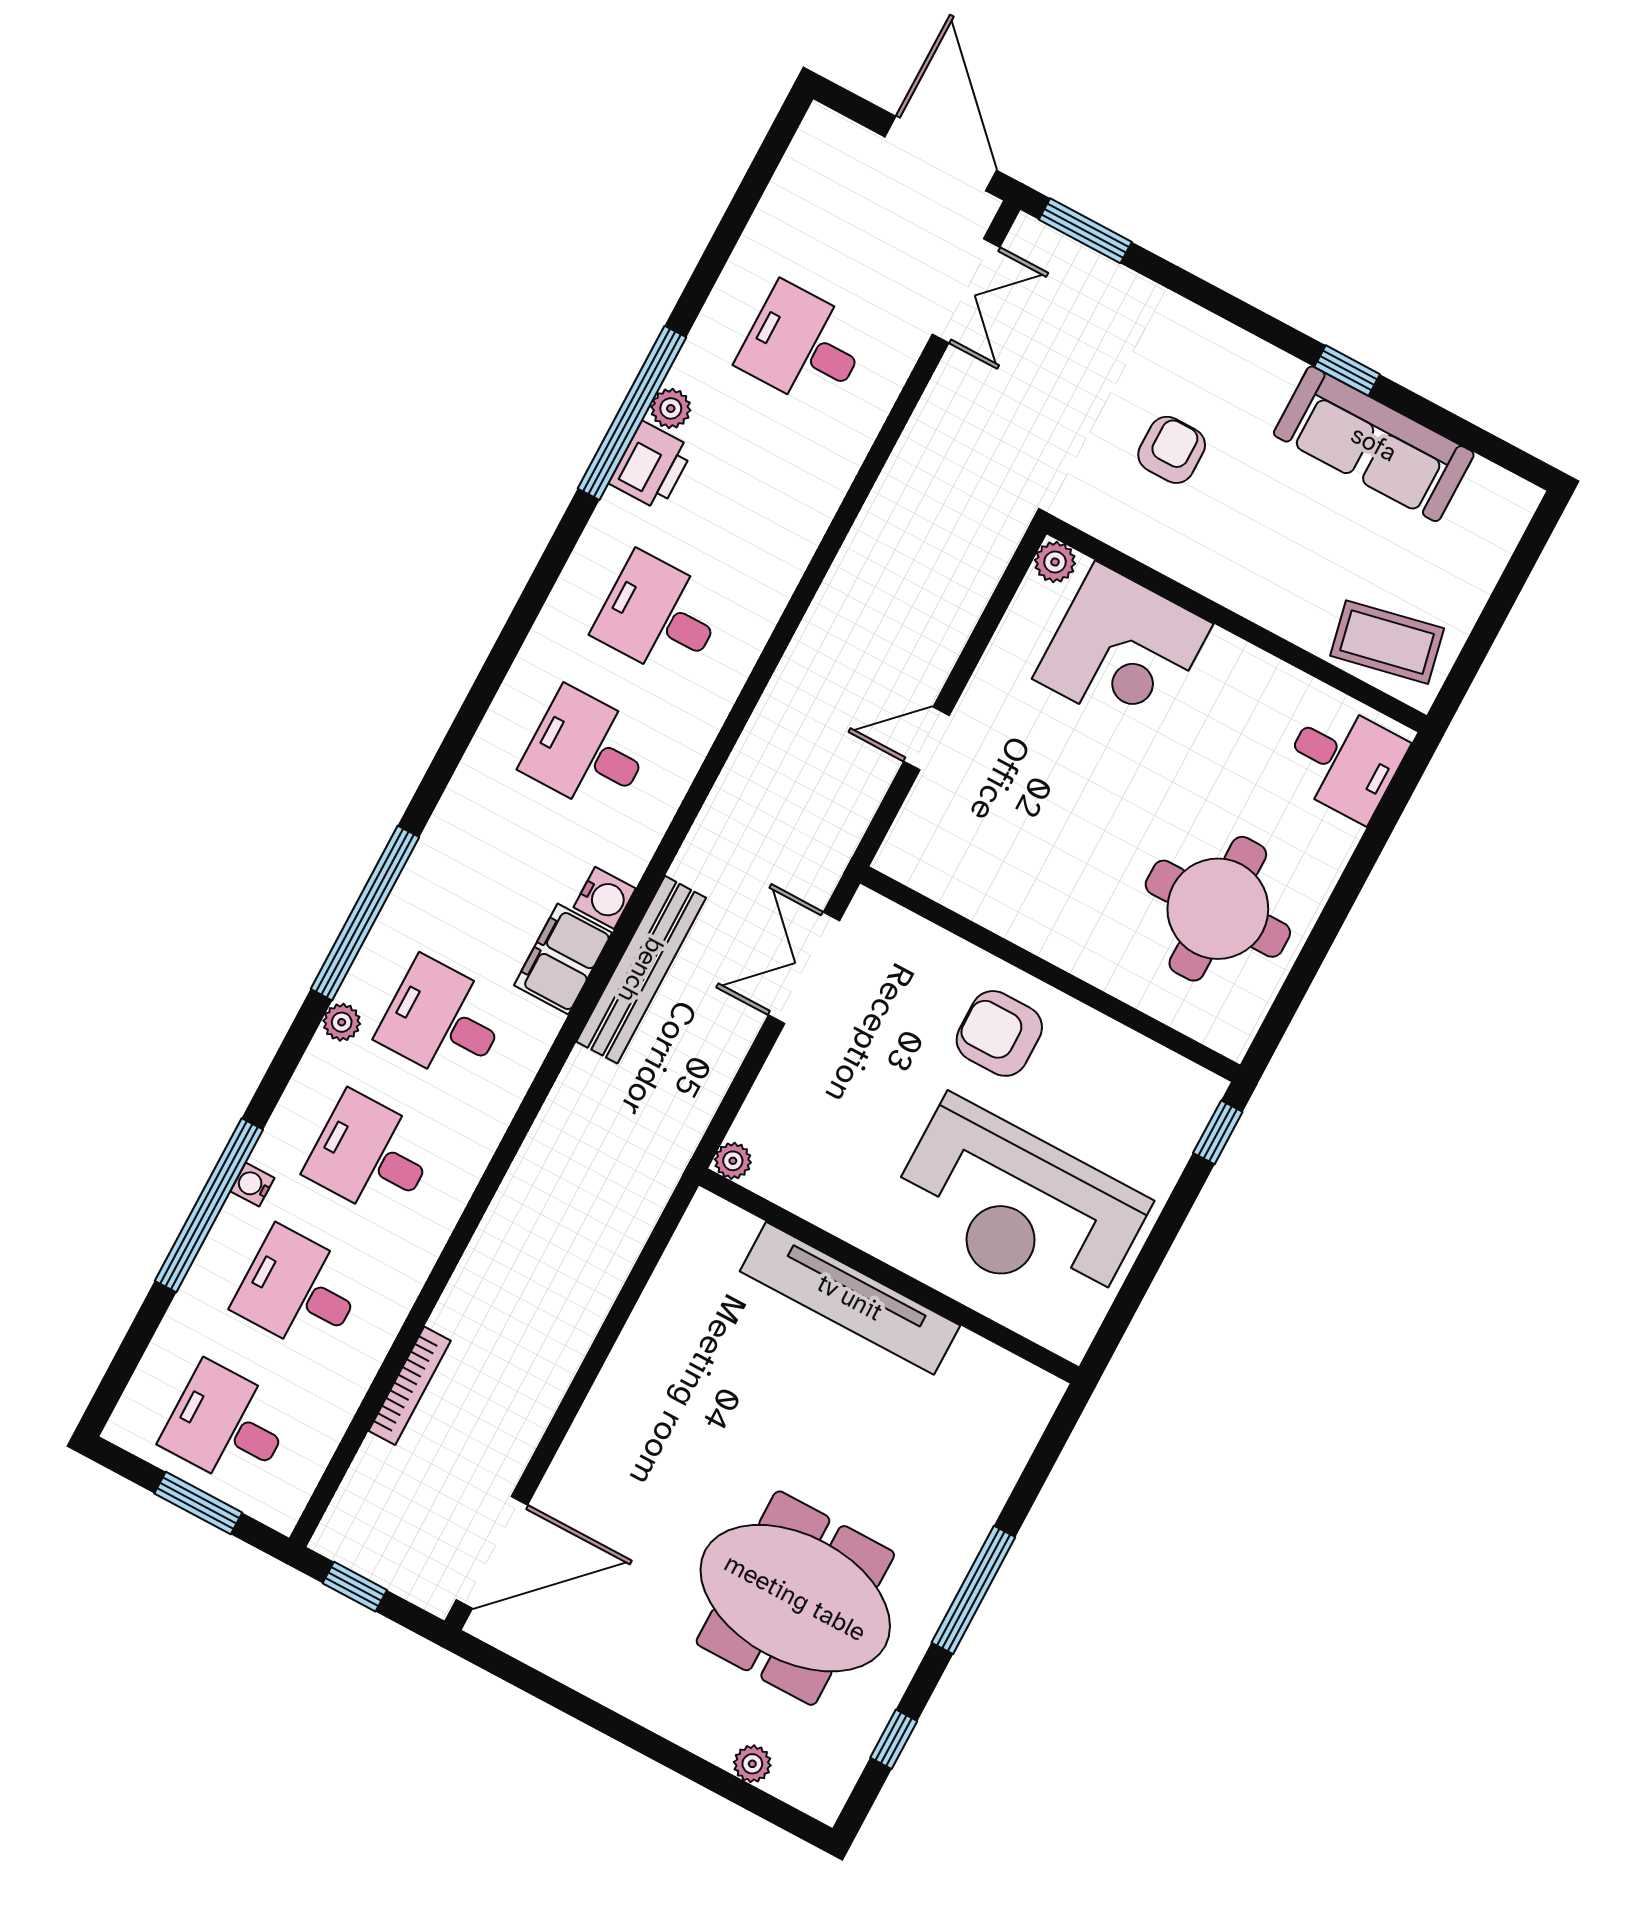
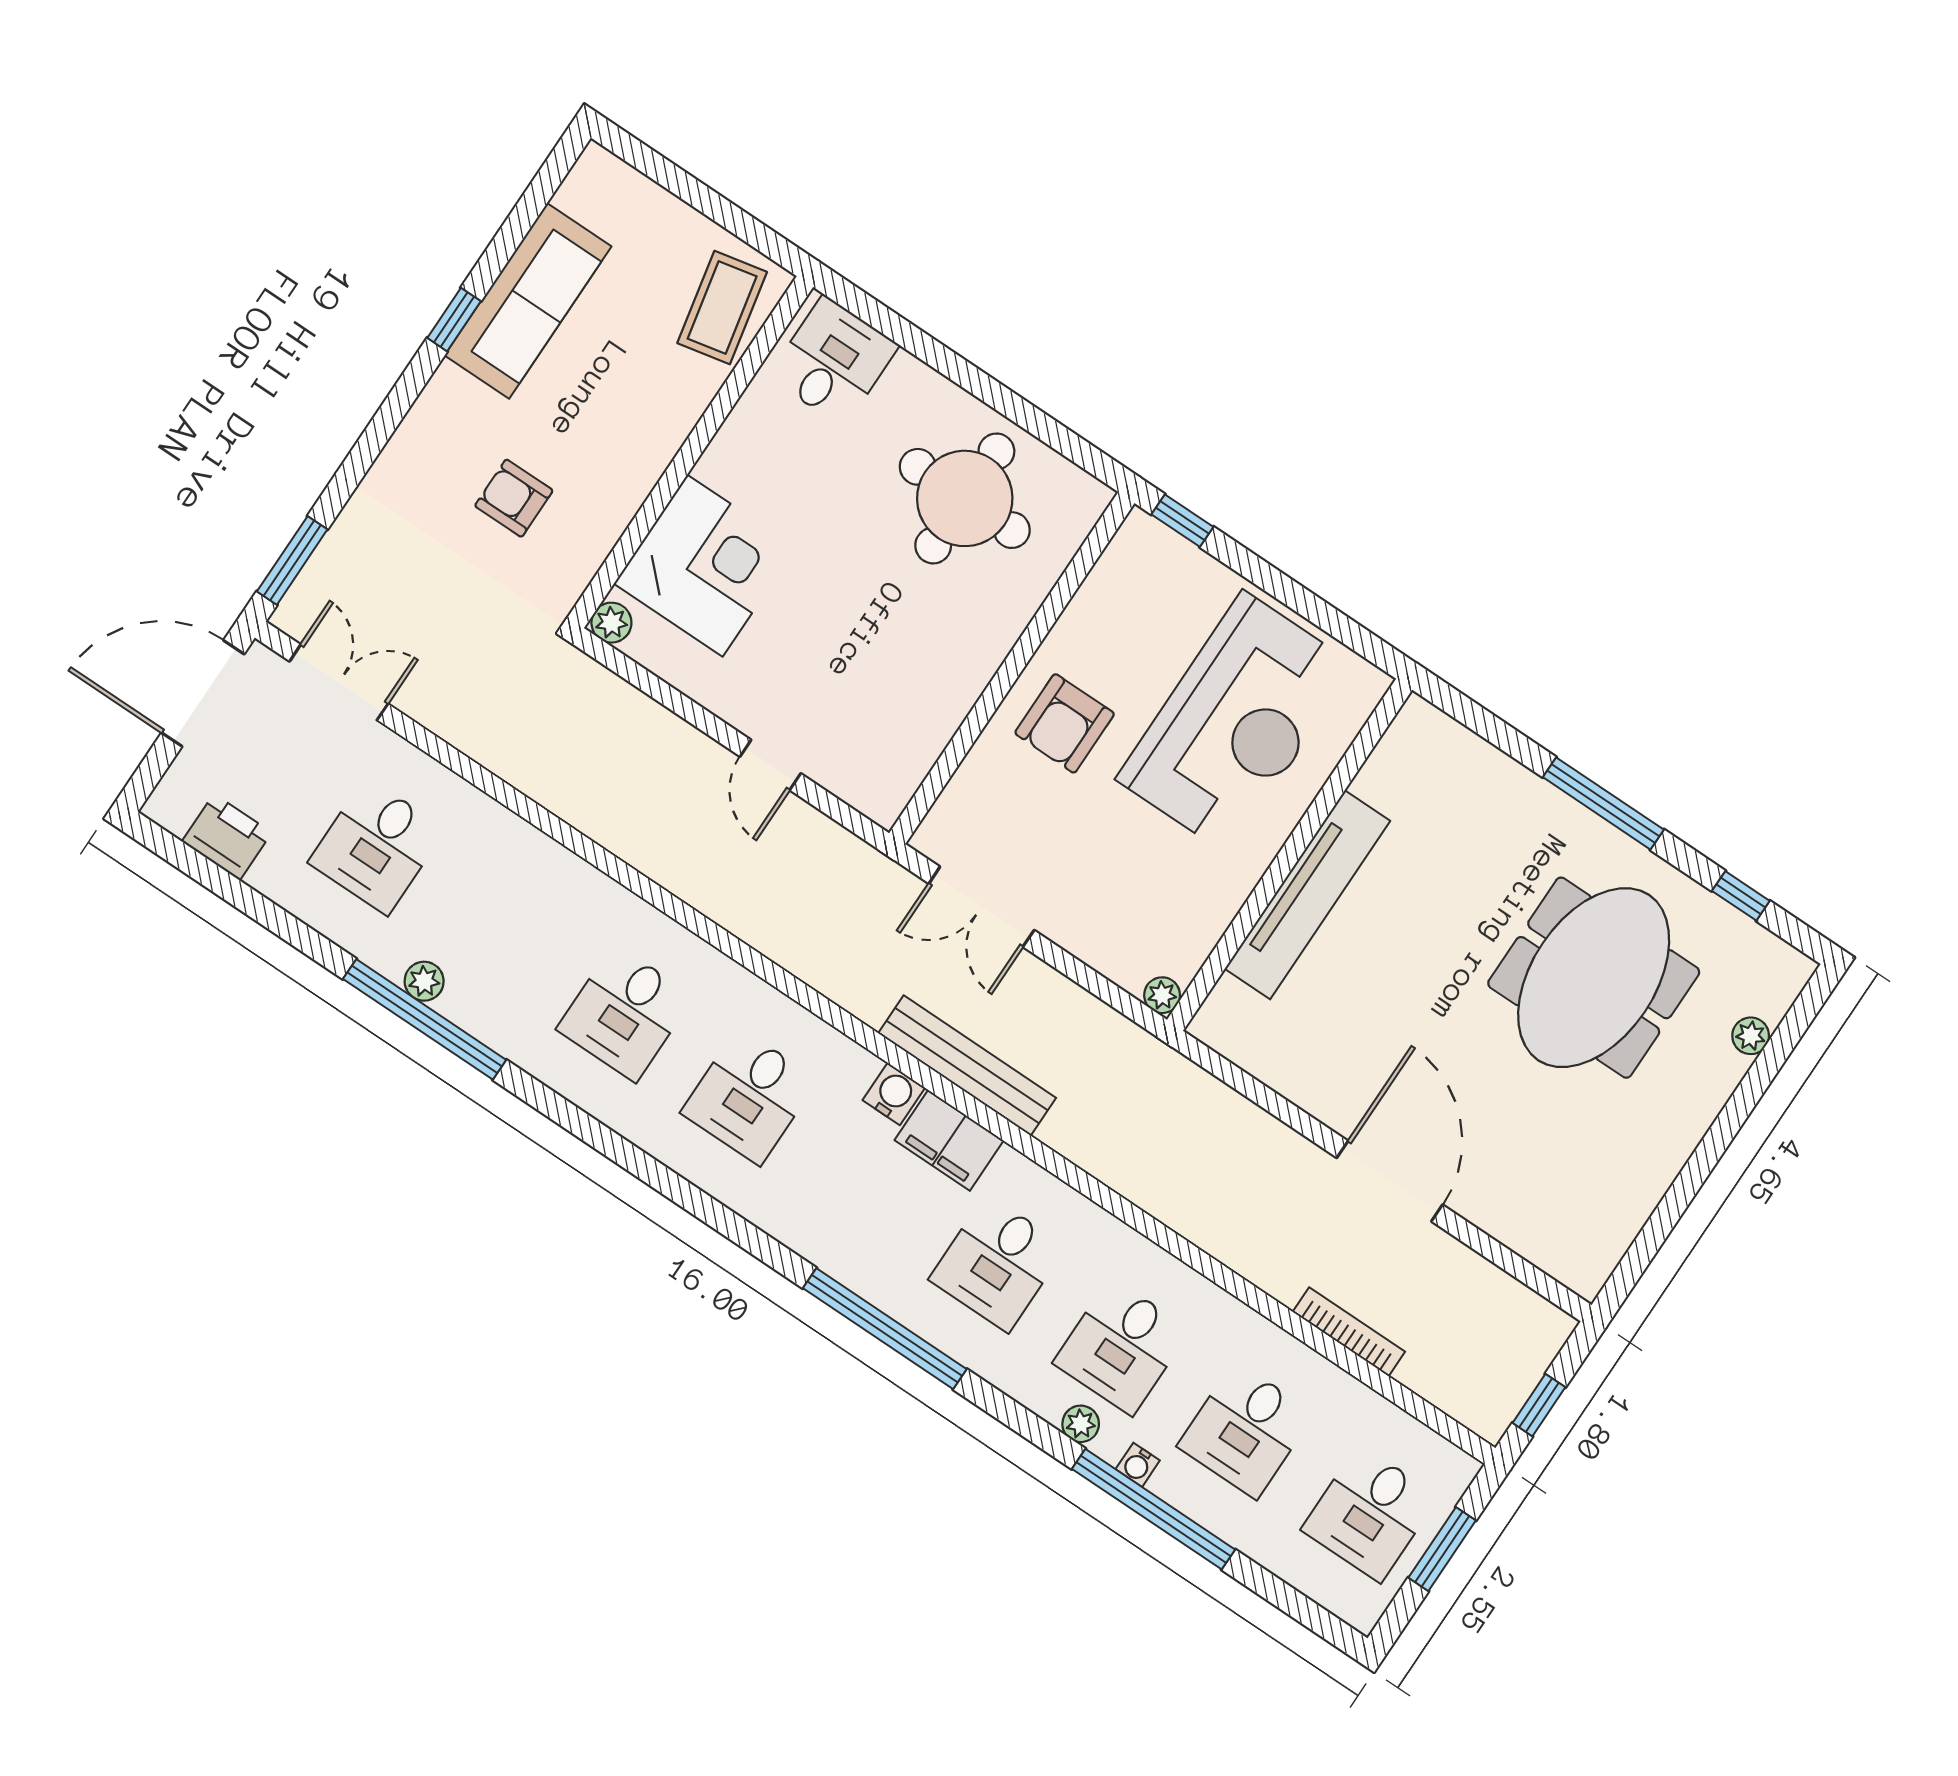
printer: (651, 466) -> (227, 837), moved
plant: (342, 1022) -> (1081, 1424), moved
door: (492, 1552) -> (1390, 1181), moved

